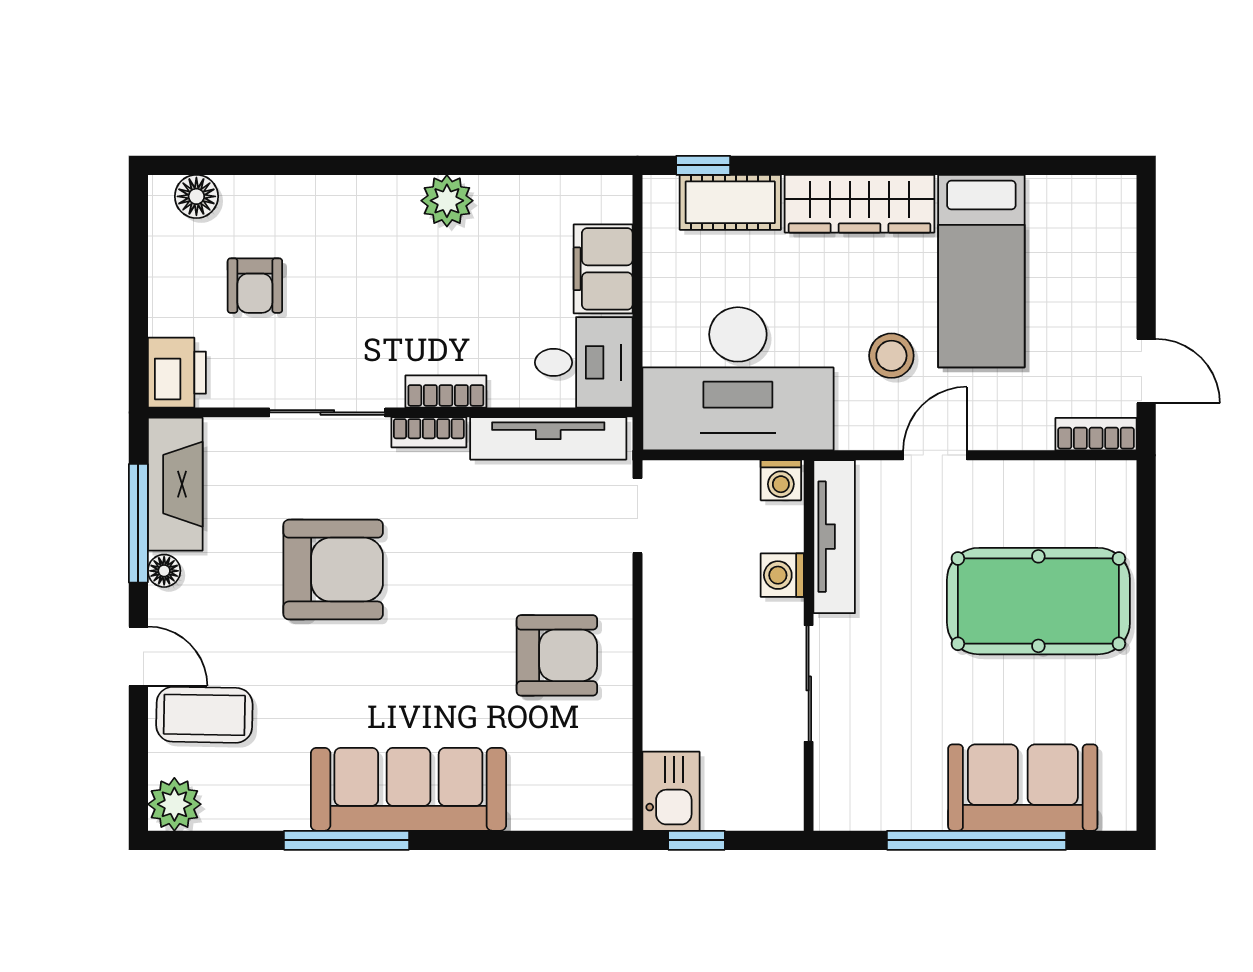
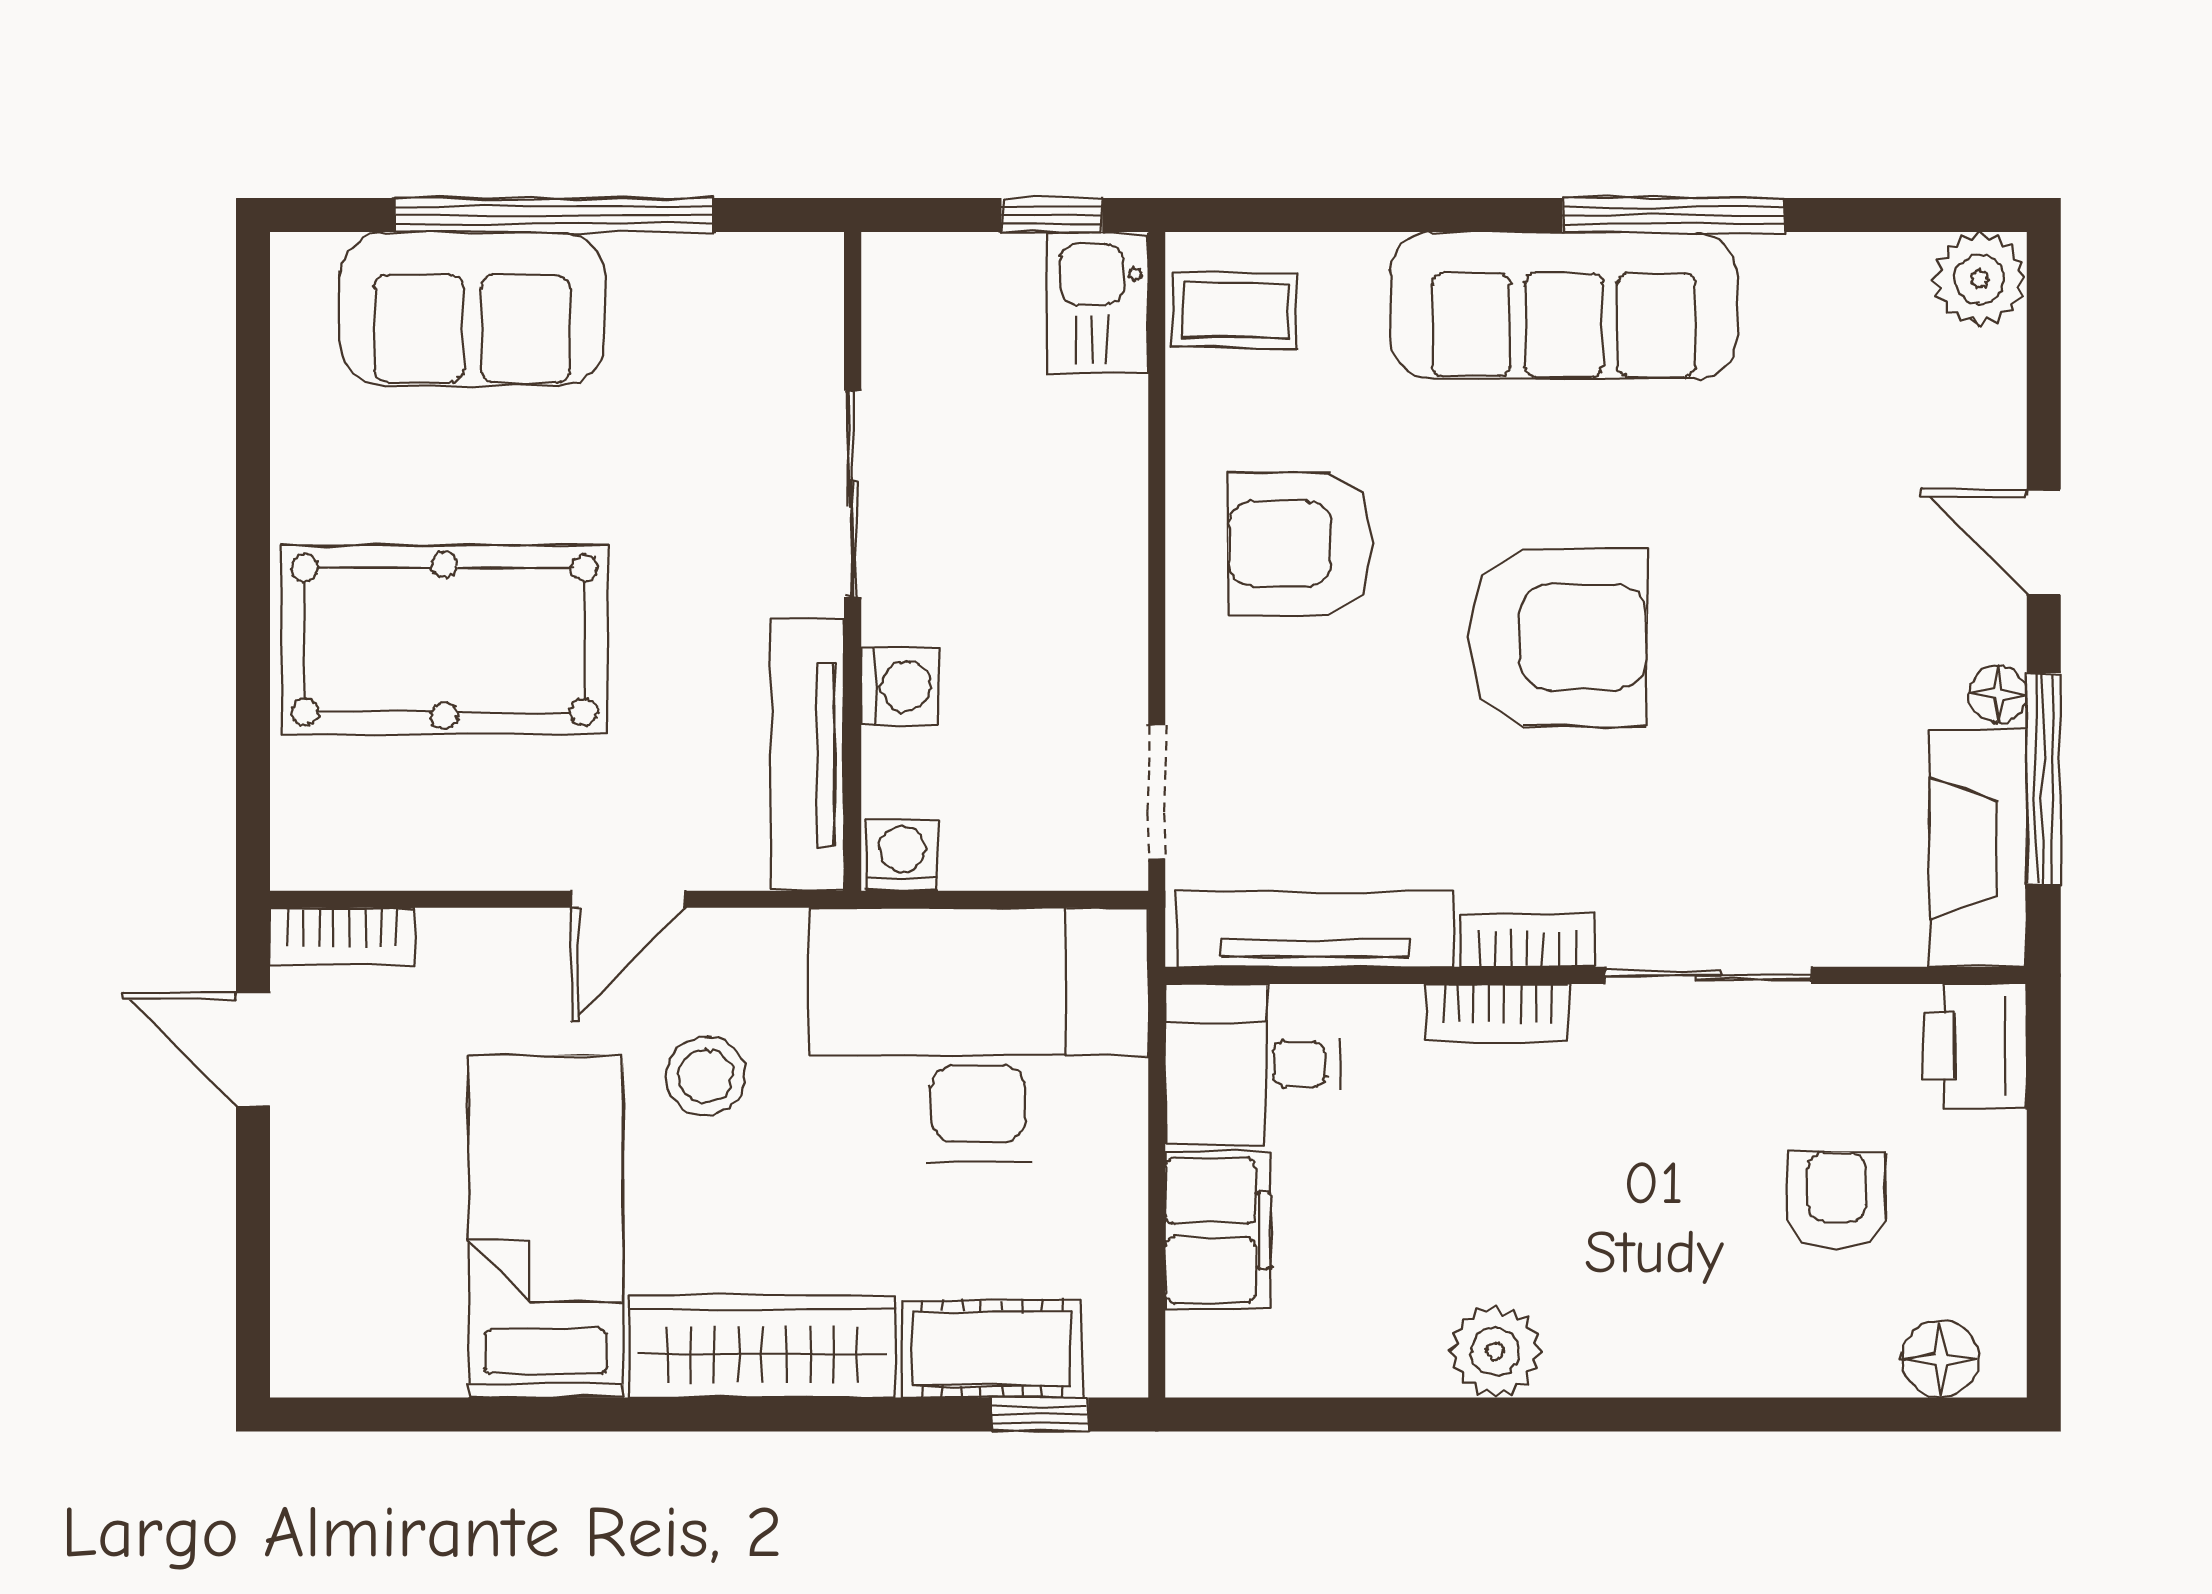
armchair: (333, 570) -> (1558, 637), moved, turned 180
coffee table: (204, 715) -> (1235, 310), moved, width x0.73, depth x0.77

